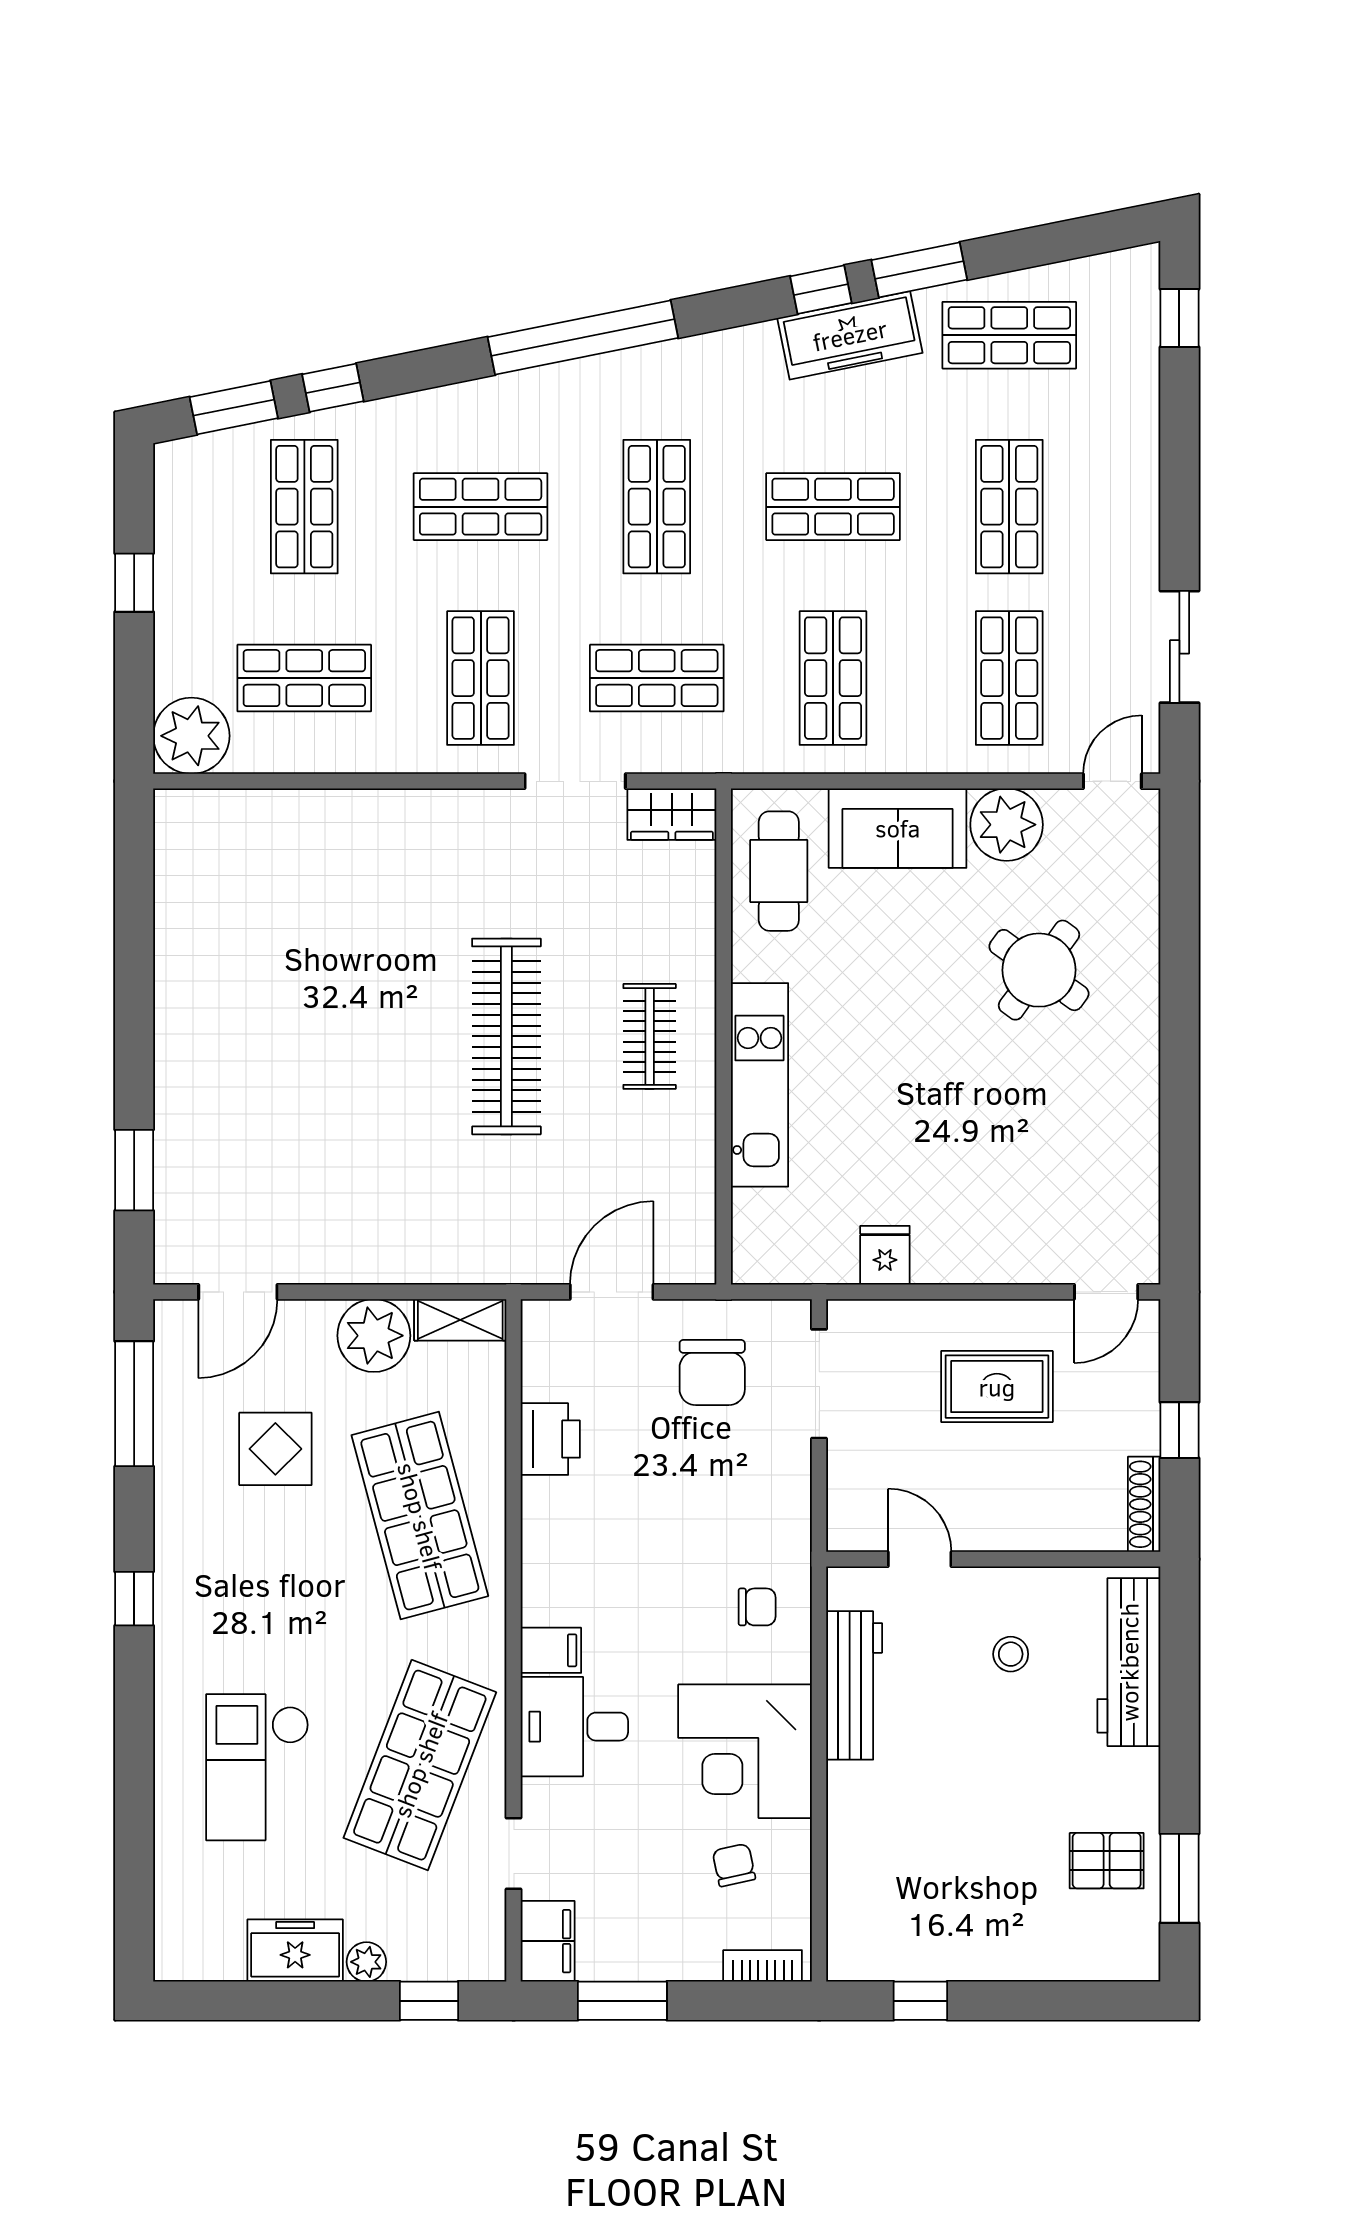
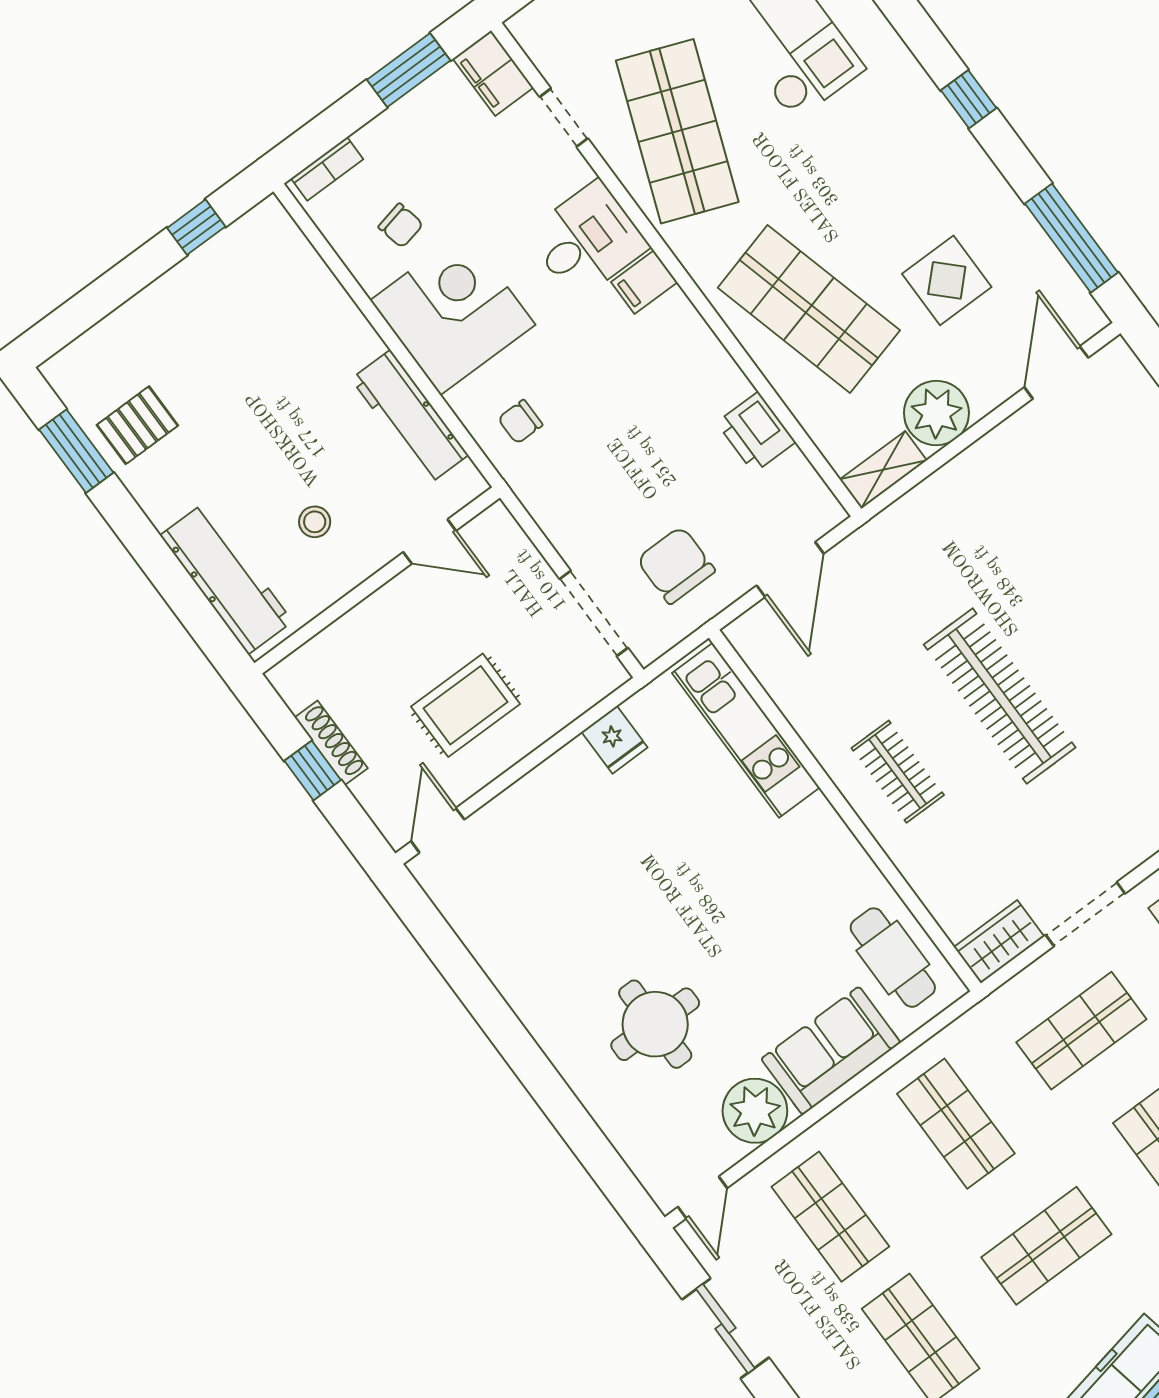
round table: (1039, 970) -> (655, 1024), turned -36
kitchen unit: (759, 1085) -> (746, 730), moved
shoe rack: (1144, 1504) -> (331, 743), moved

